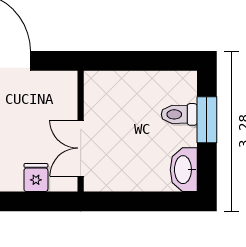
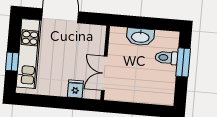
washbasin: (184, 170) -> (140, 37), moved, turned -90

